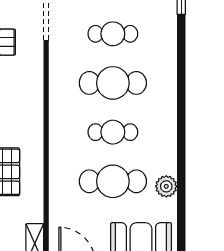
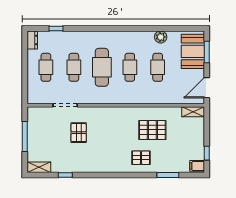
cafe table: (113, 181) -> (158, 67), width x0.73, depth x0.74

